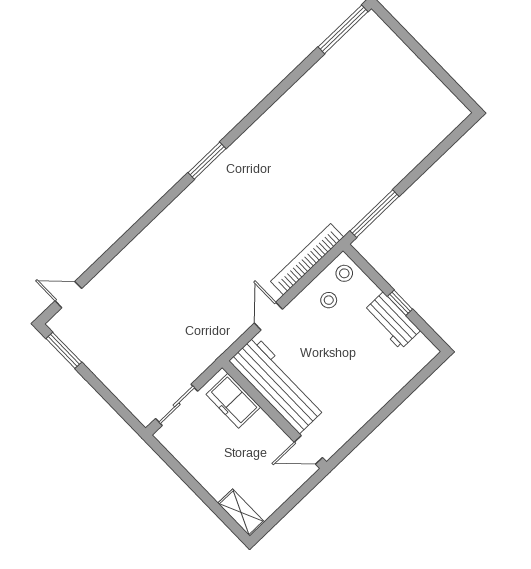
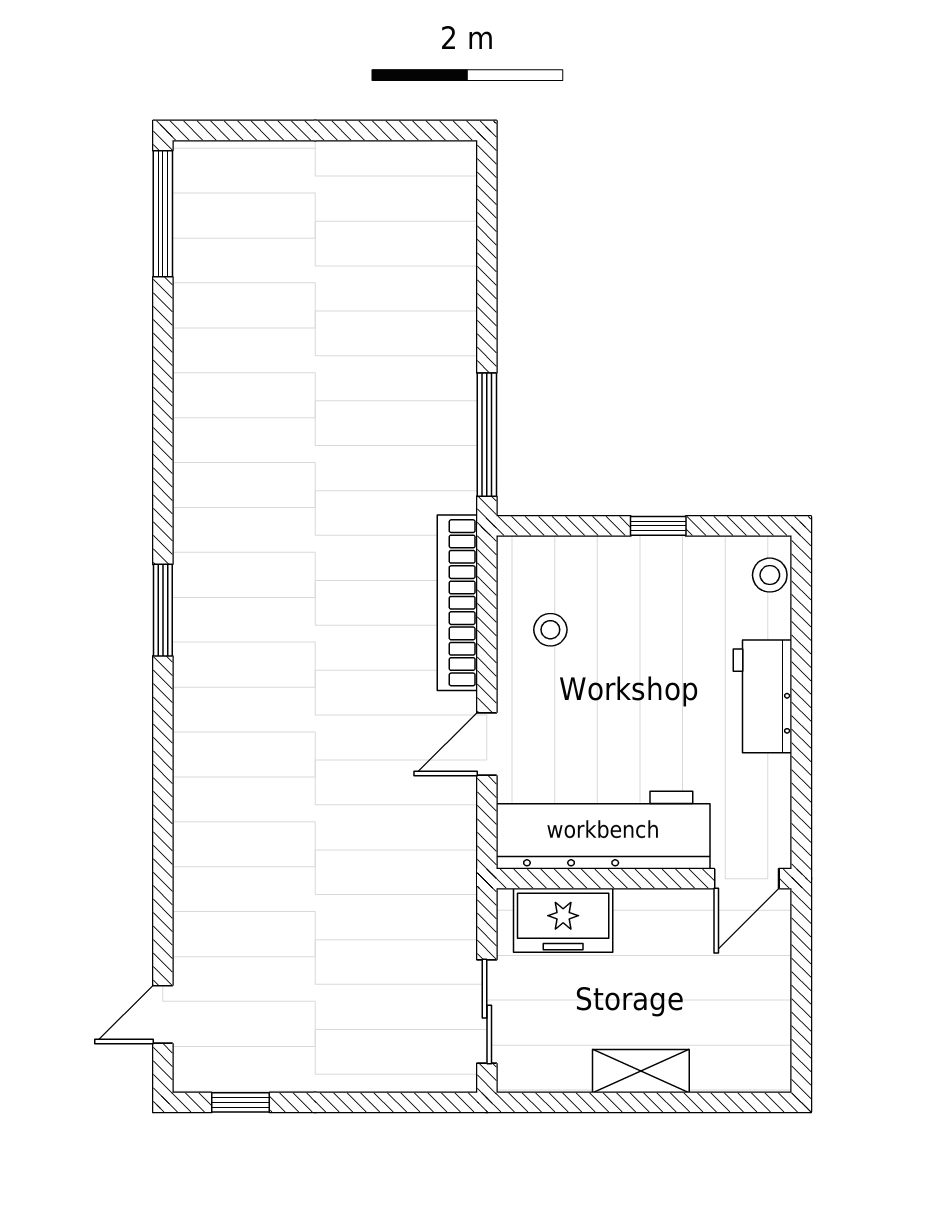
stool: (344, 273) -> (770, 575), moved
door: (268, 316) -> (487, 744), hinge flipped
workbench: (392, 321) -> (763, 696), moved, turned 90
window: (64, 350) -> (240, 1102), width x0.67
shelving: (241, 513) -> (641, 1071), moved

